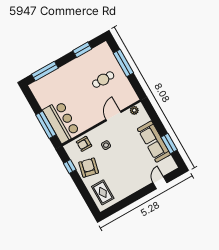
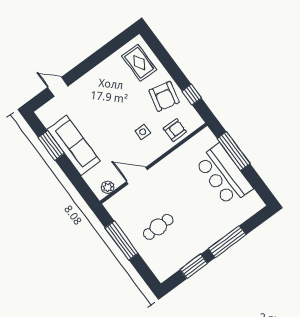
window: (123, 63) -> (122, 240), moved
window: (45, 71) -> (227, 242), moved
door: (113, 116) -> (137, 176), swing flipped
bar counter: (61, 122) -> (224, 175), moved
door: (160, 183) -> (58, 87), swing flipped

